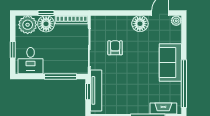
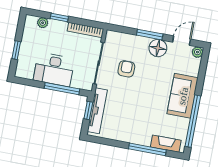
window: (130, 13) -> (150, 35), added
floor lamp: (46, 24) -> (57, 29), removed
plant: (28, 25) -> (43, 23), width x0.53, depth x0.53
desk: (31, 61) -> (54, 69), moved, width x1.37

